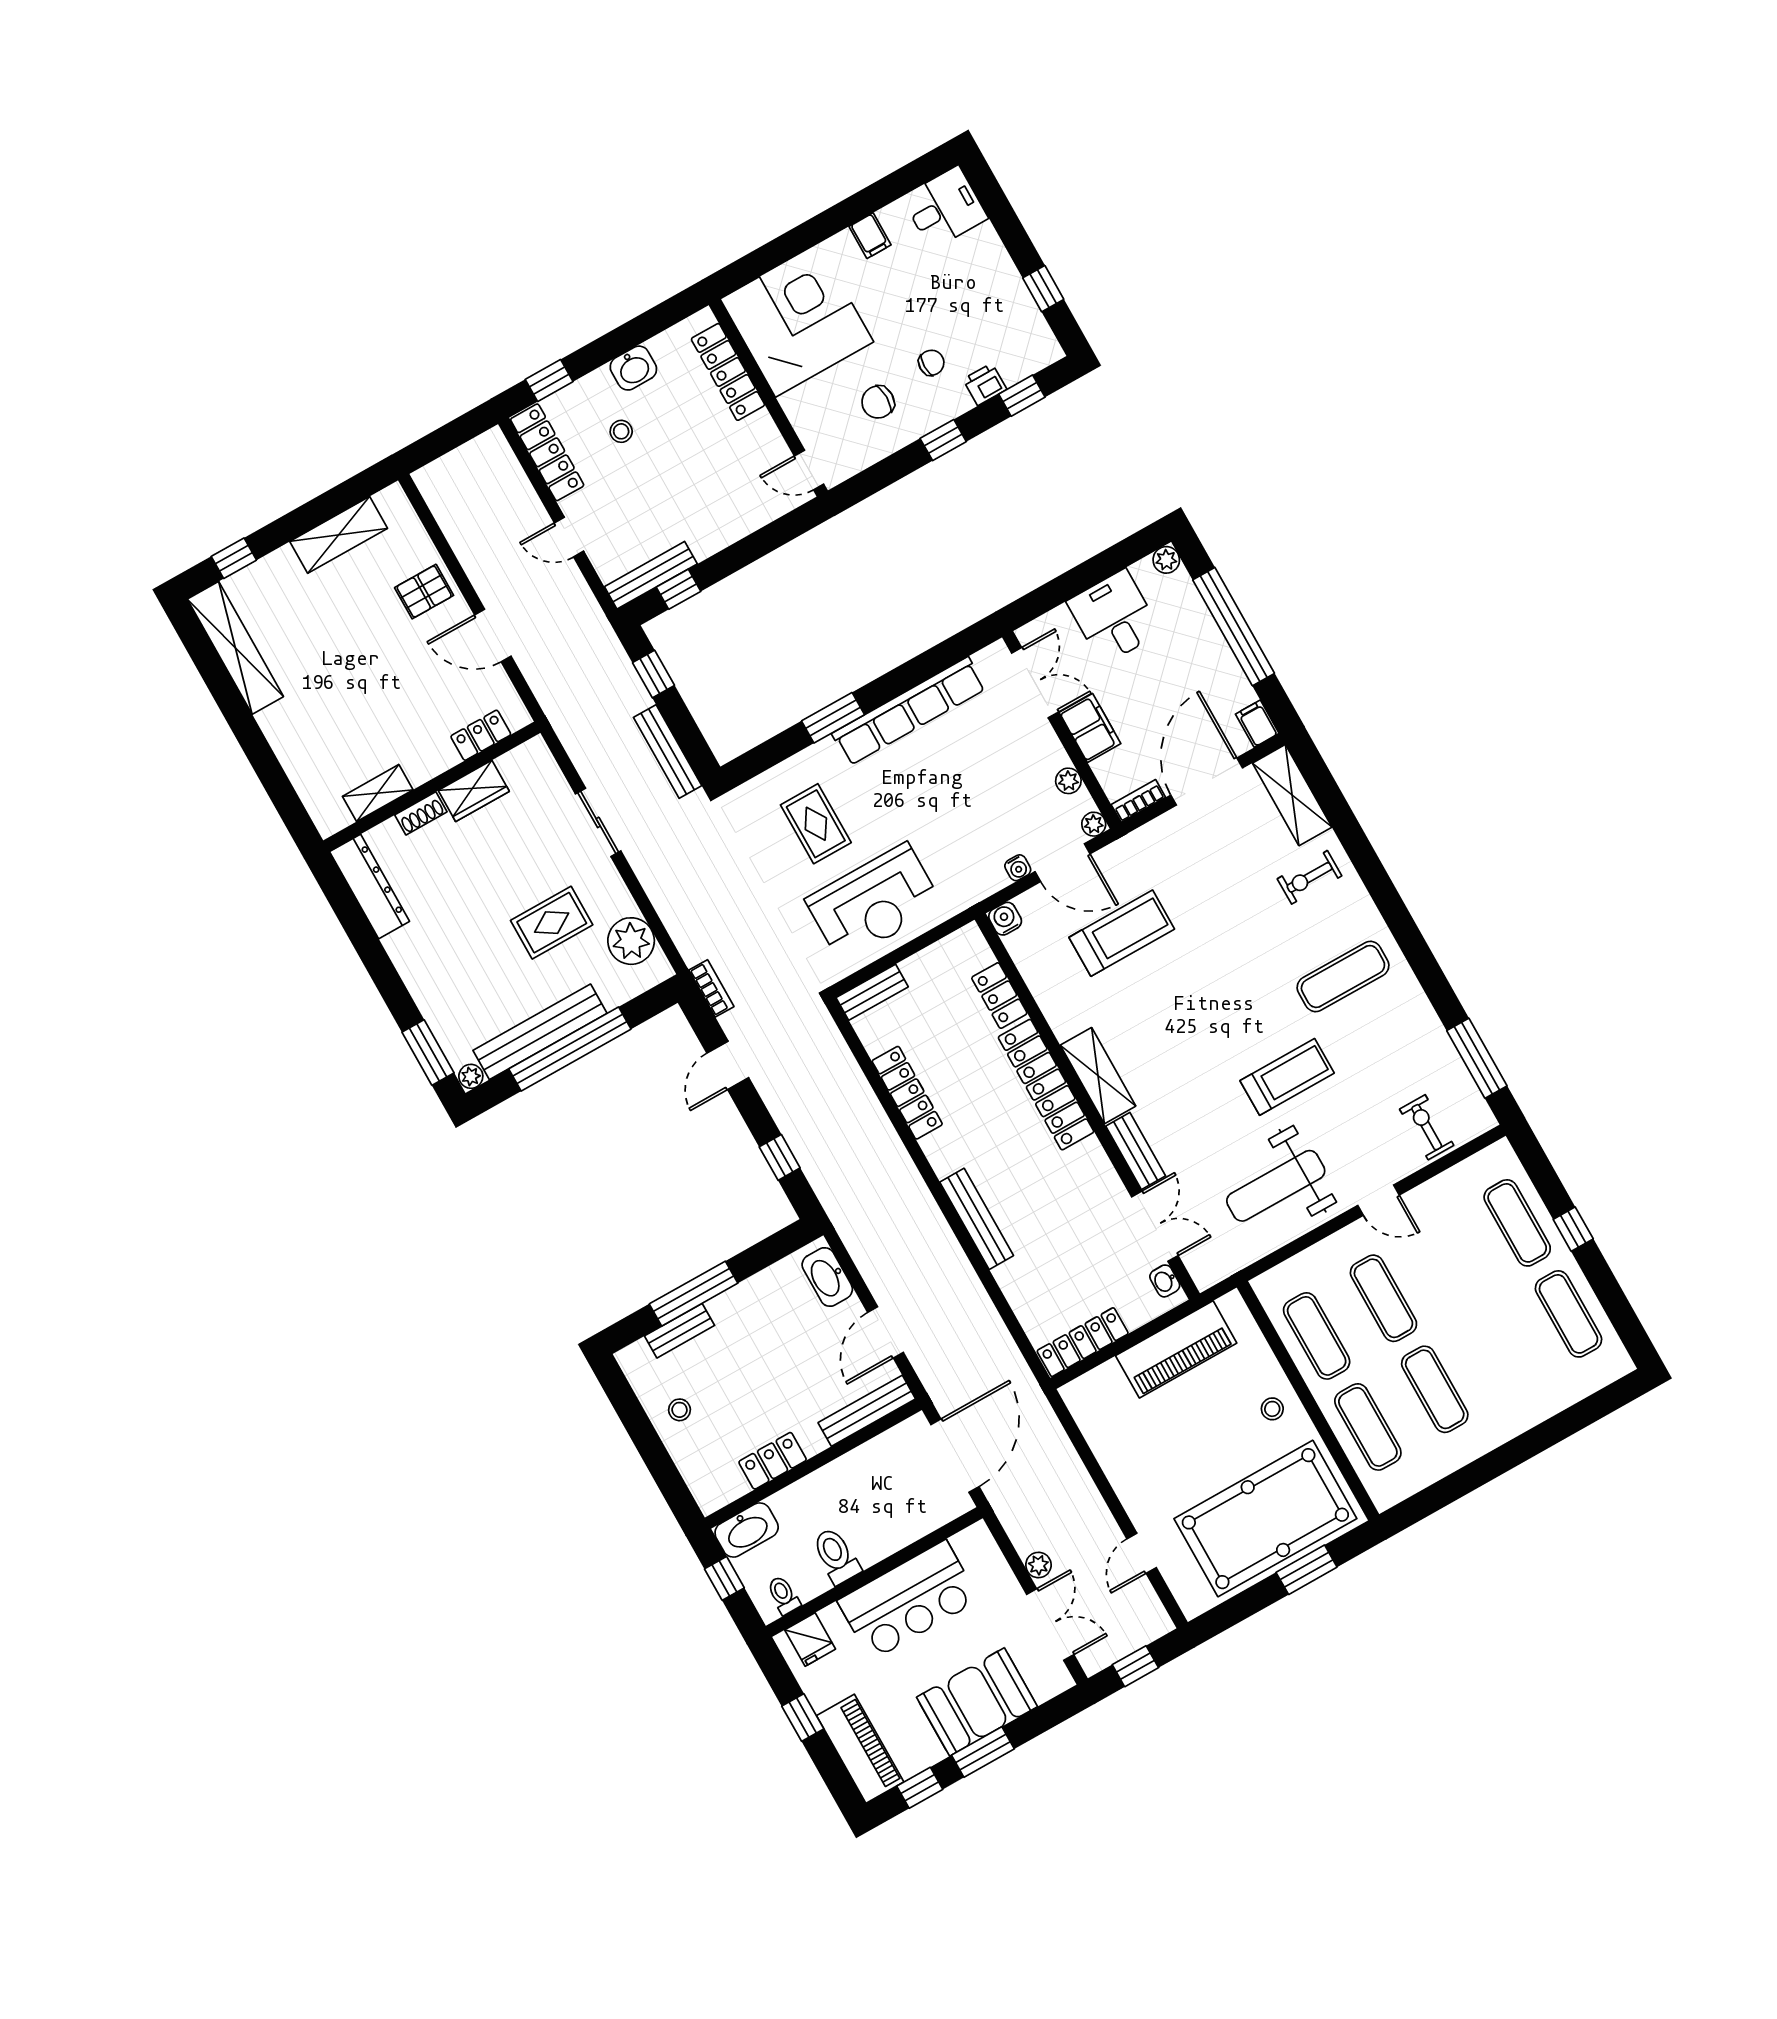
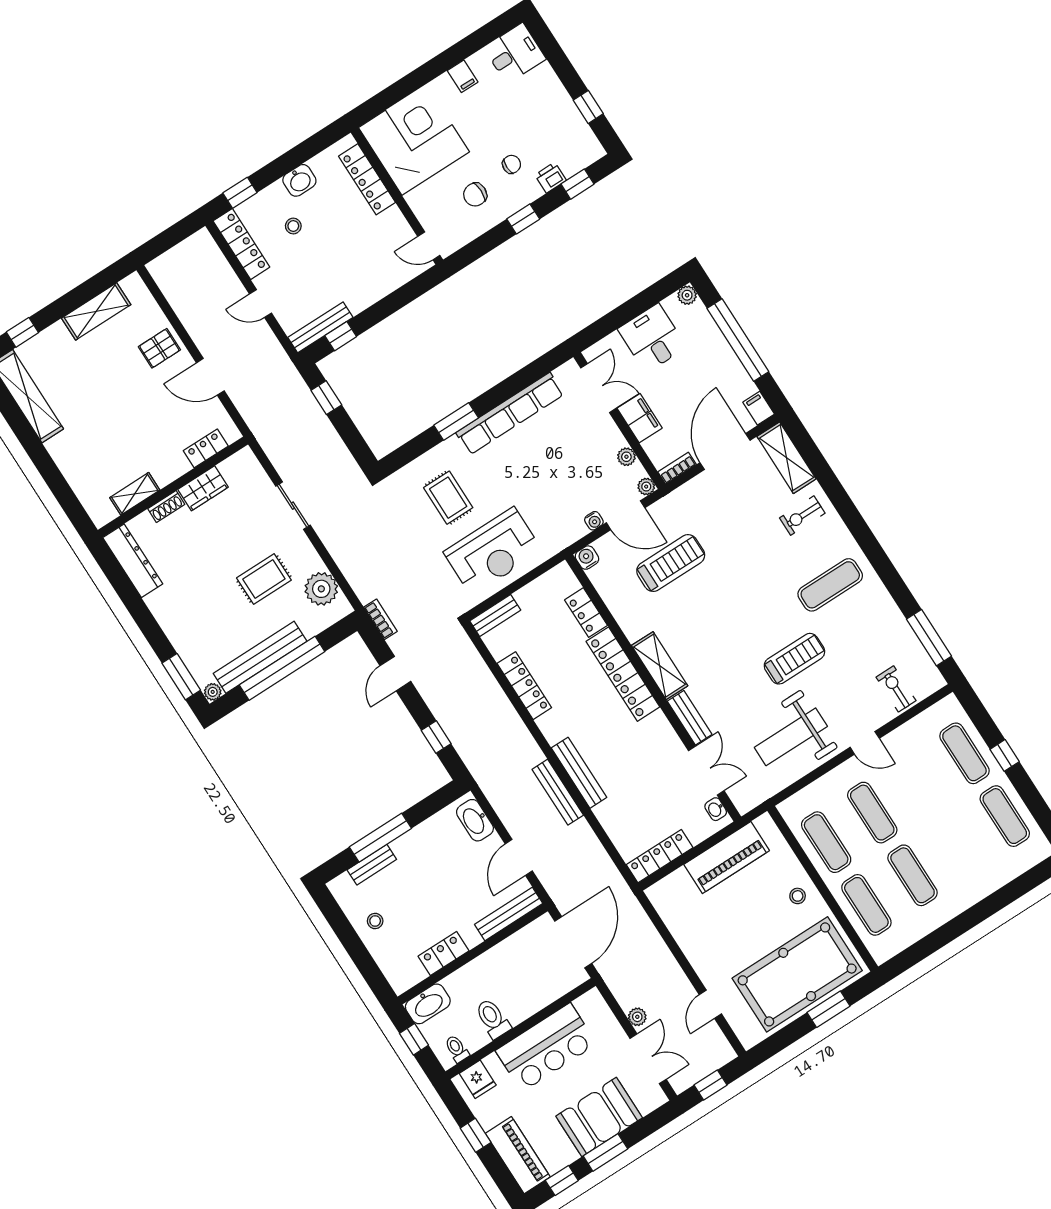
bench: (668, 752) -> (558, 792), moved

